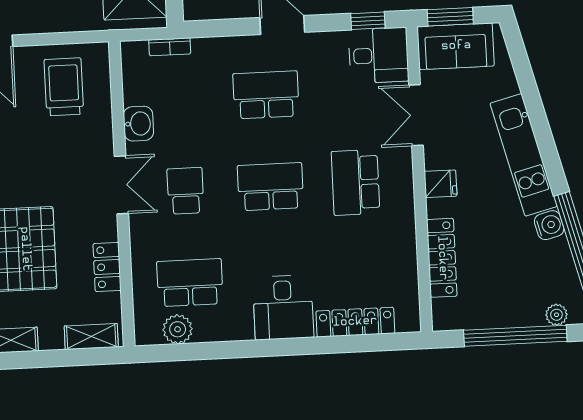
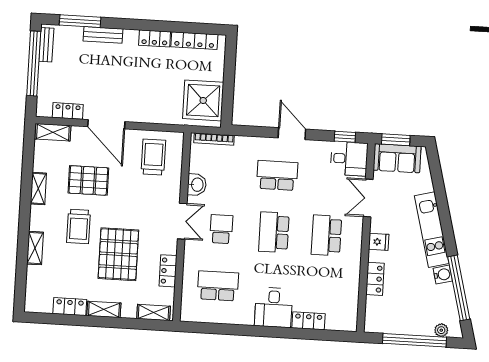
bookcase: (170, 47) -> (214, 139), width x1.56
school desk: (270, 187) -> (274, 232), turned -90
locker: (442, 258) -> (375, 279), width x0.66
locker: (355, 322) -> (309, 321), width x0.66
plant: (178, 329) -> (207, 314), removed

